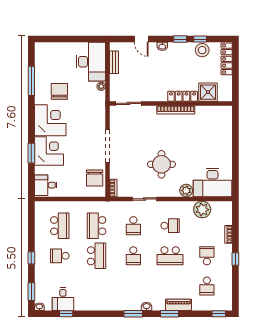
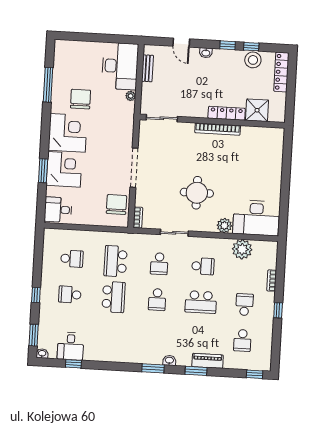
chair: (95, 178) -> (116, 204), turned 180
school desk: (60, 226) -> (72, 259), width x0.54

